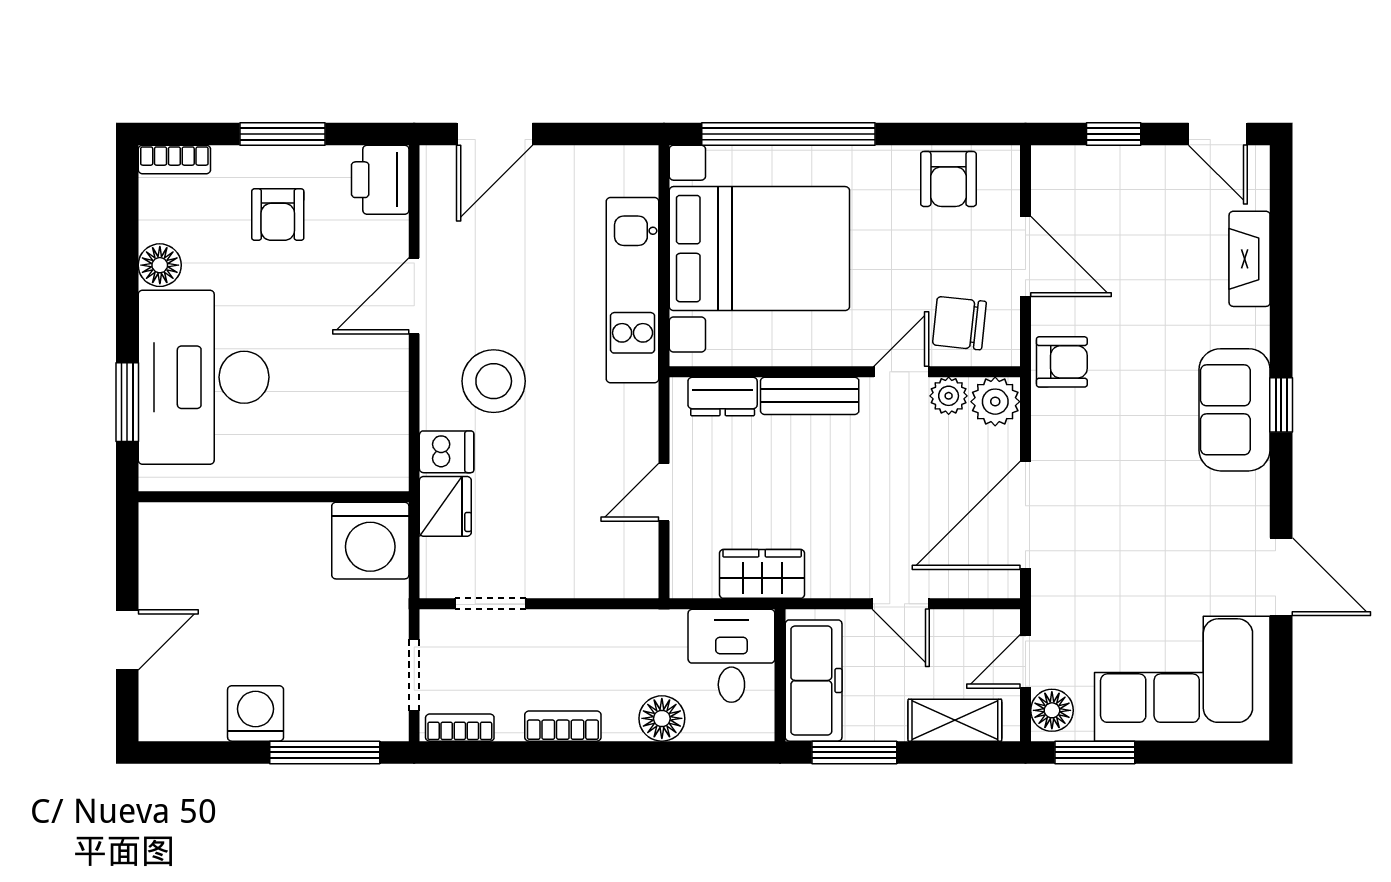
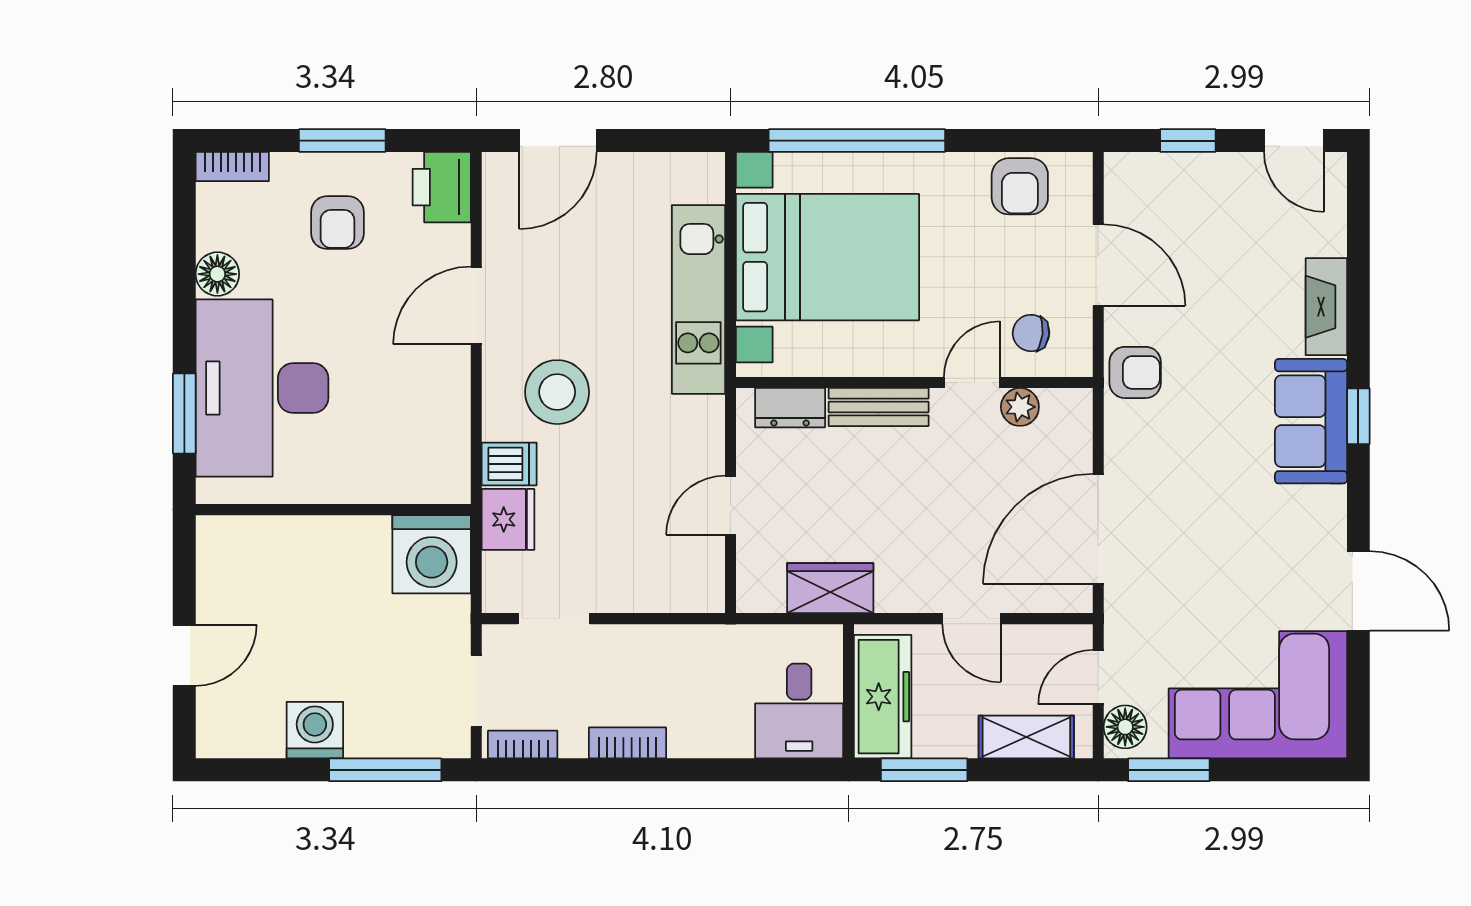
fireplace: (1250, 259) -> (1326, 307), moved
chair: (959, 323) -> (1031, 333), width x0.73, depth x0.73
plant: (995, 402) -> (1067, 413), removed
desk: (731, 656) -> (799, 711), moved, turned 180
floor lamp: (662, 718) -> (728, 735), removed

